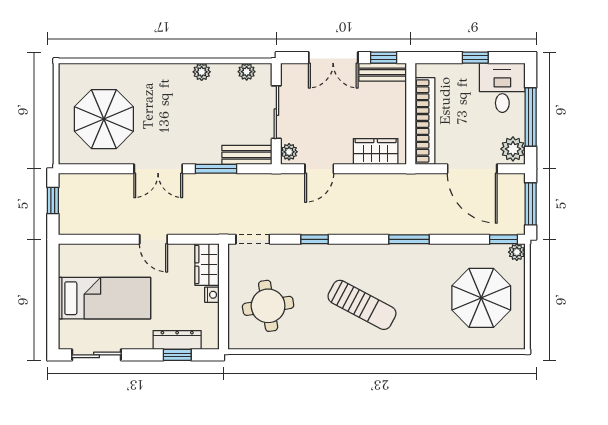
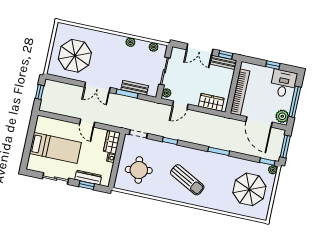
bench: (247, 155) -> (135, 88), moved
sliding door: (96, 355) -> (56, 179), moved

